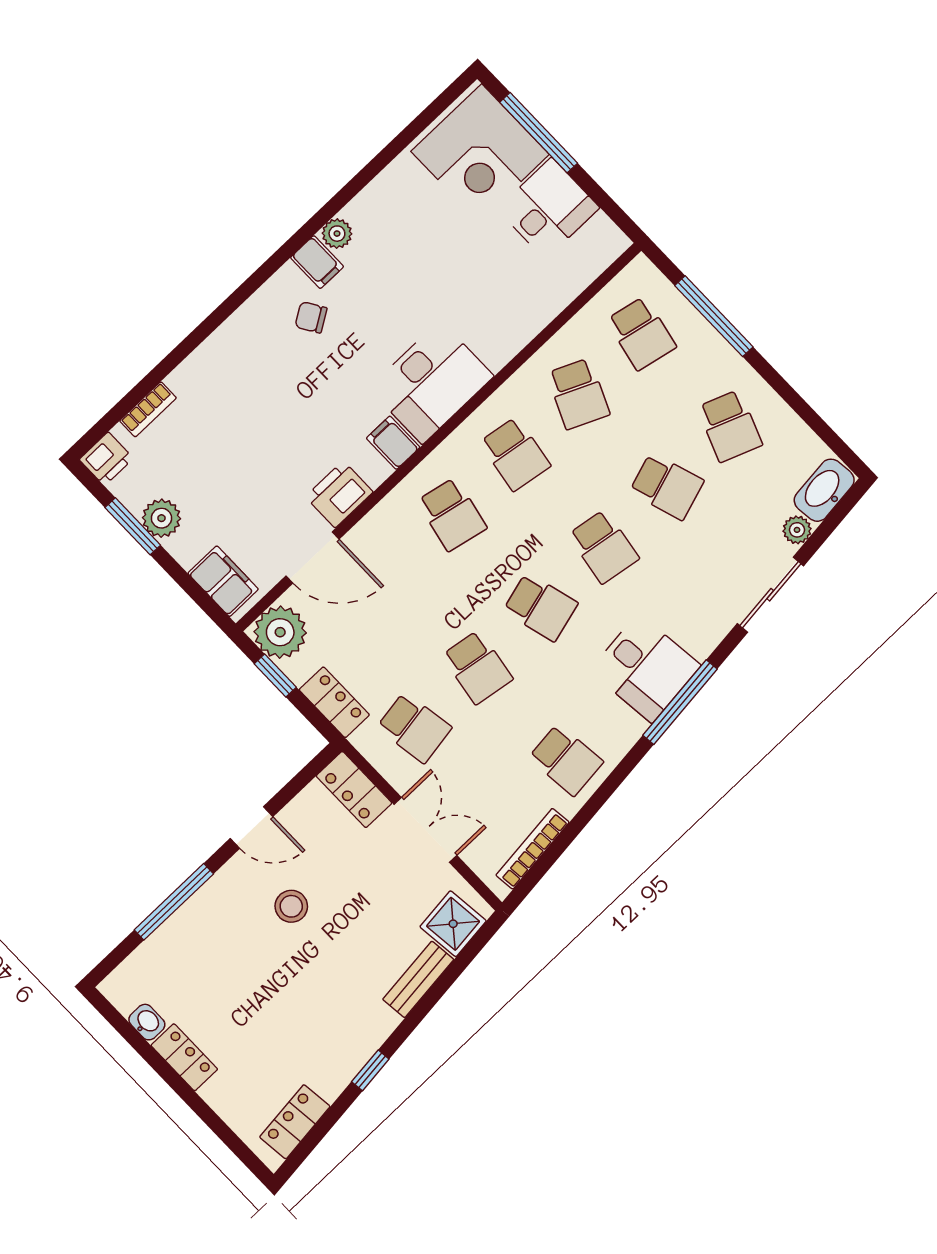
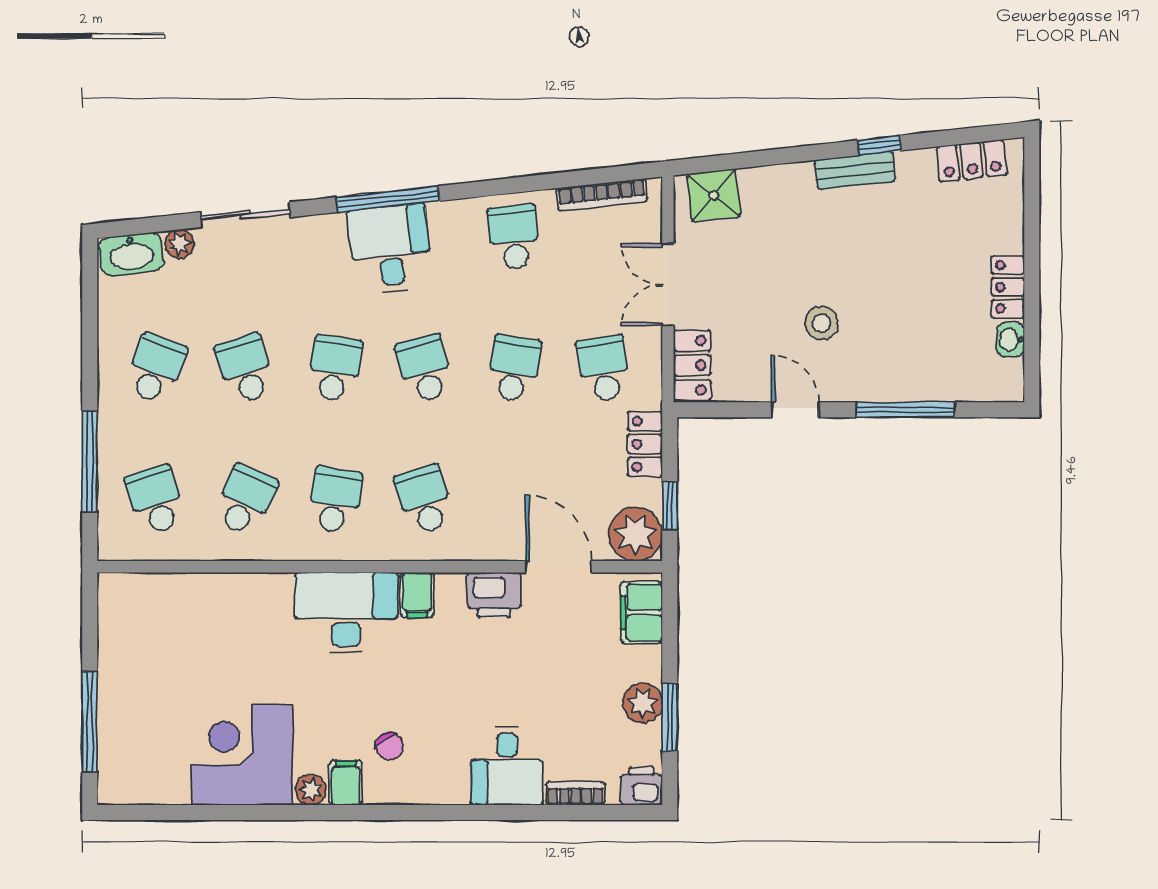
corner desk: (480, 153) -> (242, 755), moved, turned -90
desk: (548, 208) -> (507, 766), moved, turned -90
school desk: (641, 333) -> (156, 500), turned -30
school desk: (452, 514) -> (424, 500), turned -30
bench: (418, 979) -> (855, 171), moved

